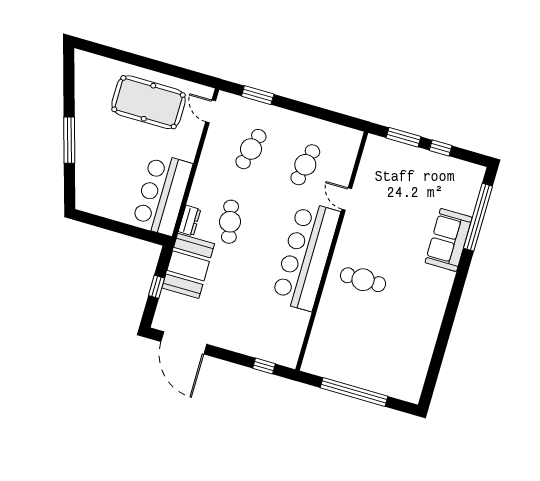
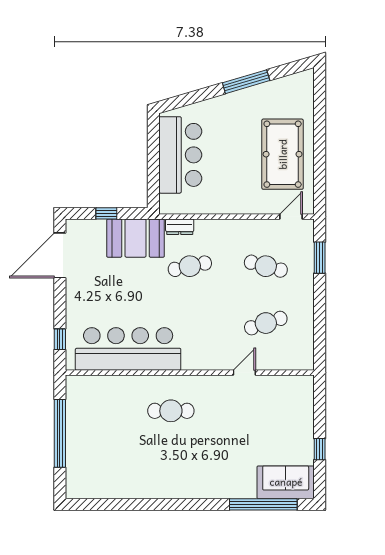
window: (403, 137) -> (320, 410), removed
window: (69, 140) -> (246, 82), moved
cafe table: (305, 165) -> (266, 323), turned -30
bar counter: (162, 194) -> (180, 155), moved, turned 90
sofa: (449, 240) -> (286, 482), moved
bar counter: (306, 256) -> (128, 349), moved
cafe table: (363, 280) -> (171, 411), turned 90

